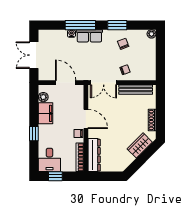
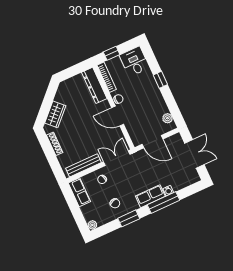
row of seats: (150, 68) -> (79, 192), added
filing cabinet: (46, 113) -> (158, 104), removed
window: (55, 176) -> (112, 53), moved

